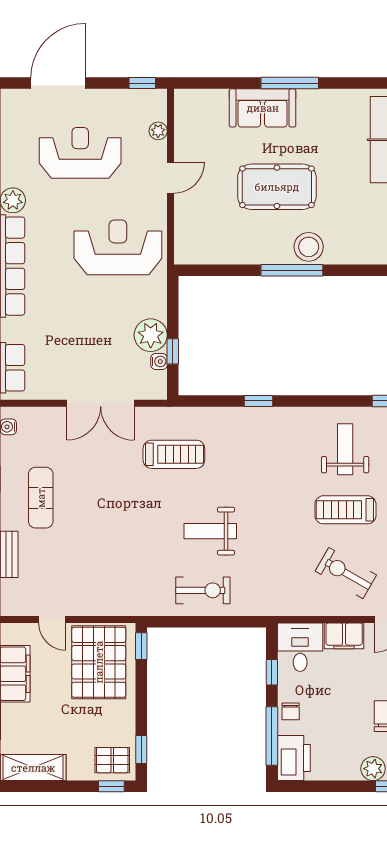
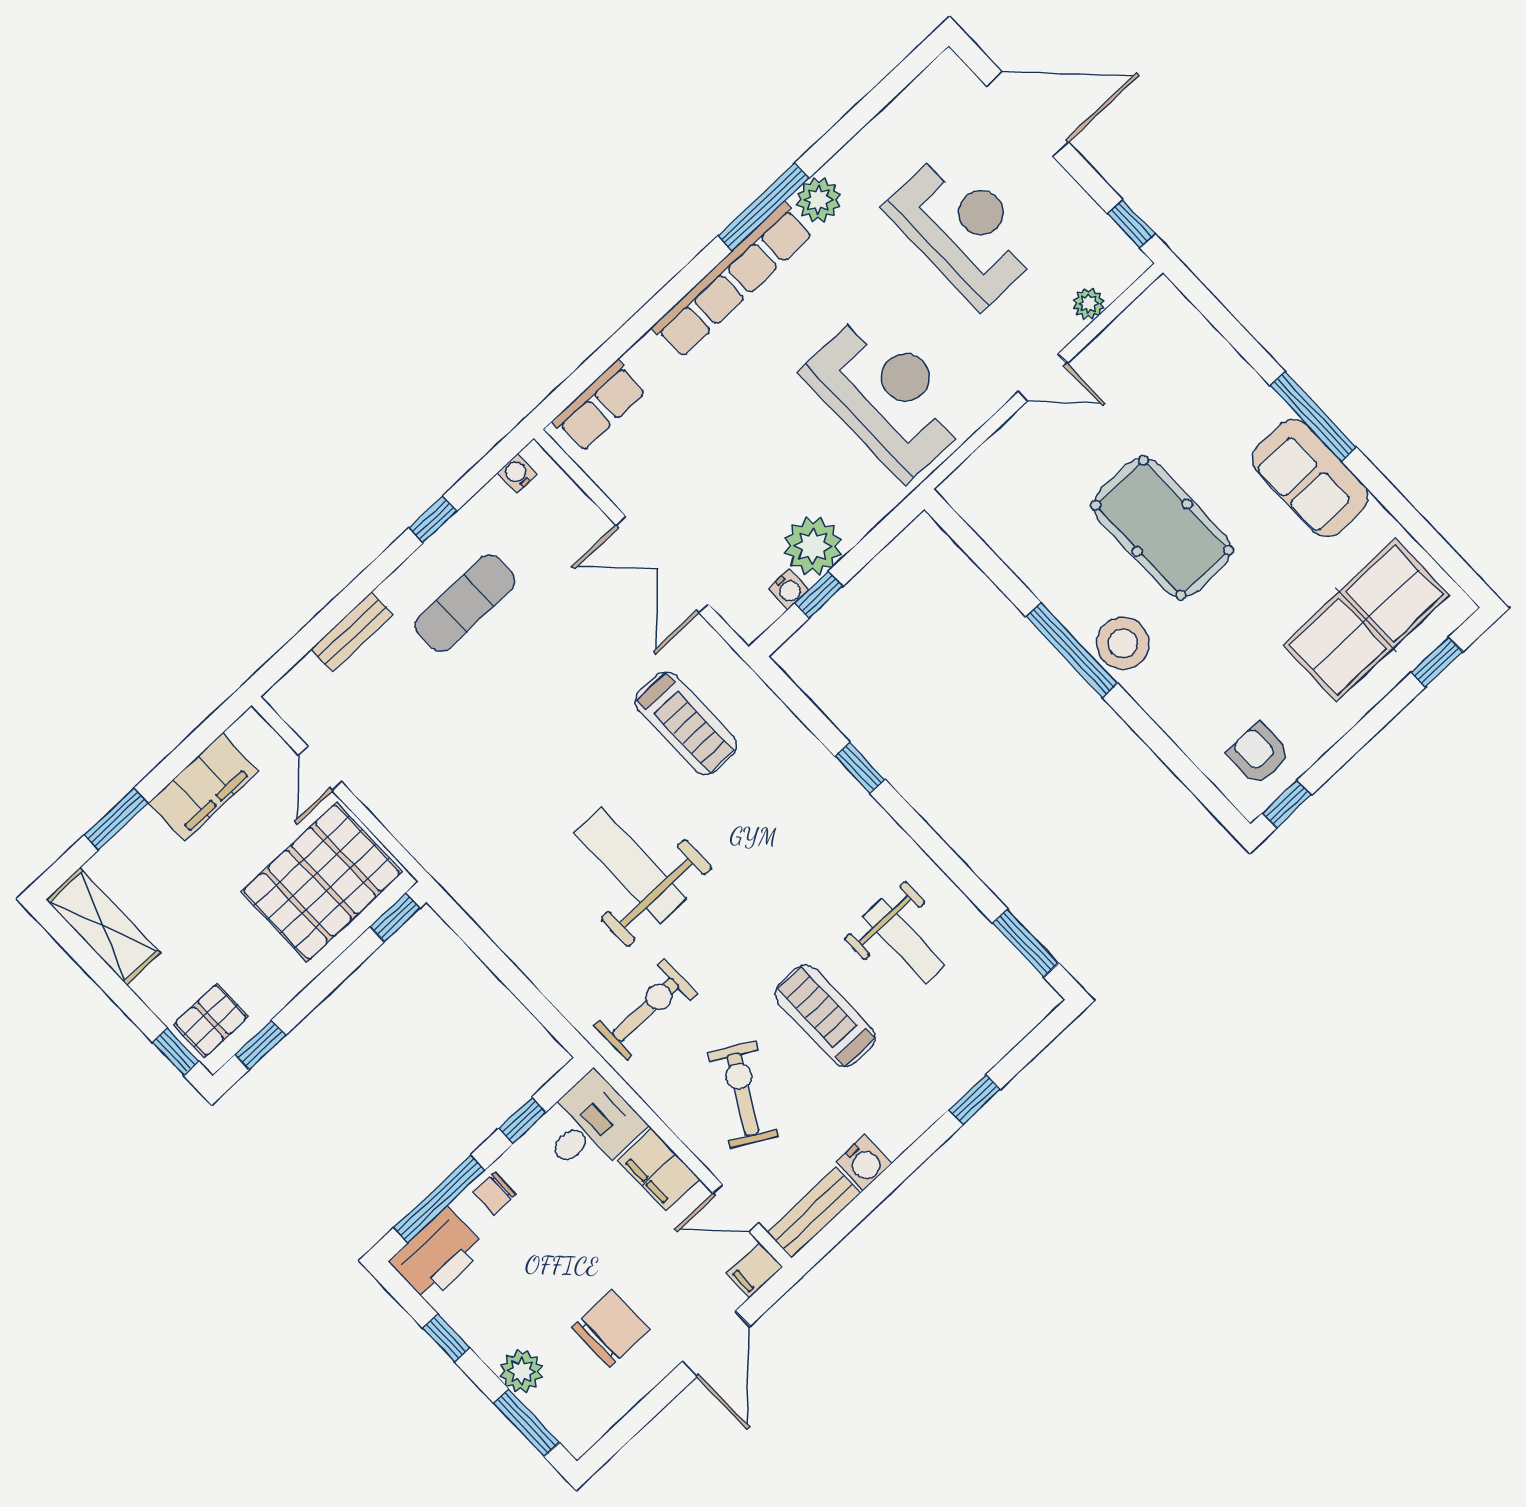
sofa: (263, 108) -> (1310, 478), moved
weight bench: (345, 449) -> (904, 941), turned 90
weight bench: (210, 531) -> (631, 866), width x1.36, depth x1.33
exercise bike: (203, 590) -> (646, 1010), moved, turned -90
pallet: (112, 760) -> (211, 1020), turned 90
window: (331, 786) -> (446, 1338), added

